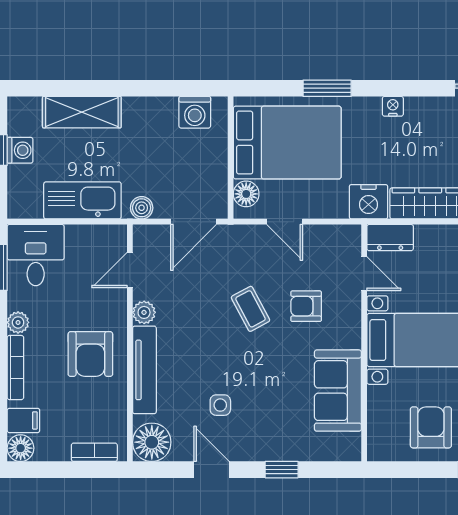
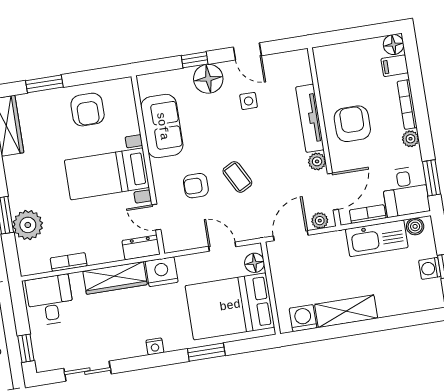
shelving: (82, 112) -> (346, 311), moved
boiler: (142, 208) -> (415, 226), moved
plant: (153, 235) -> (320, 221), added
door: (130, 270) -> (333, 192), width x1.38
armchair: (306, 306) -> (196, 186), turned 180
floor lamp: (152, 442) -> (208, 79), moved
bookcase: (94, 452) -> (368, 214), moved, turned 180

